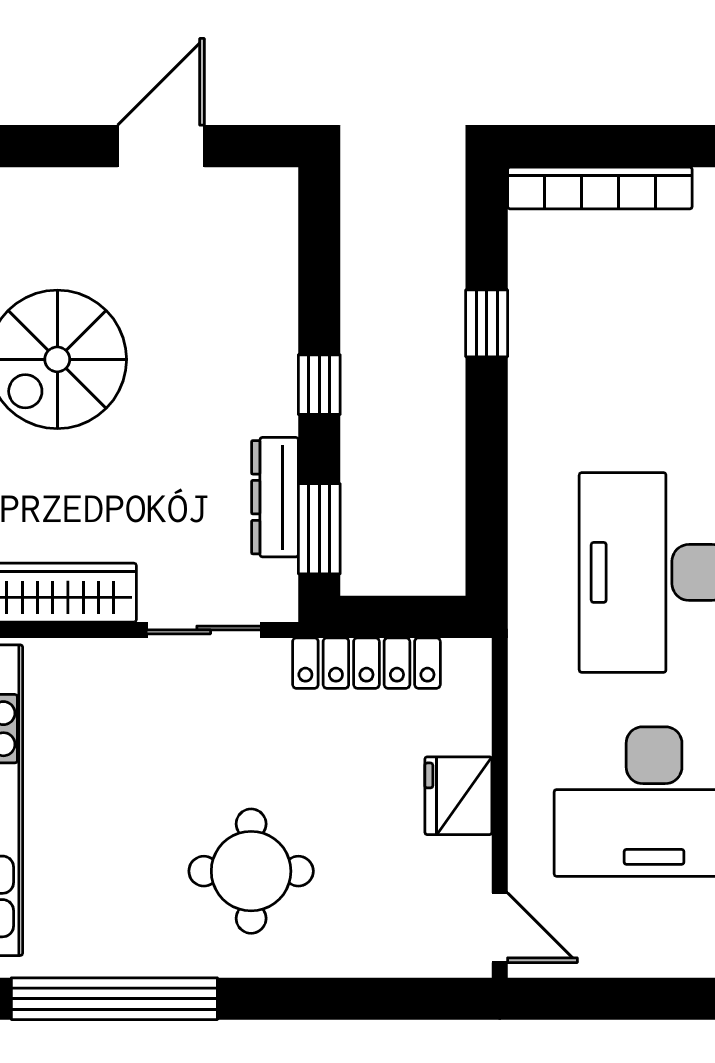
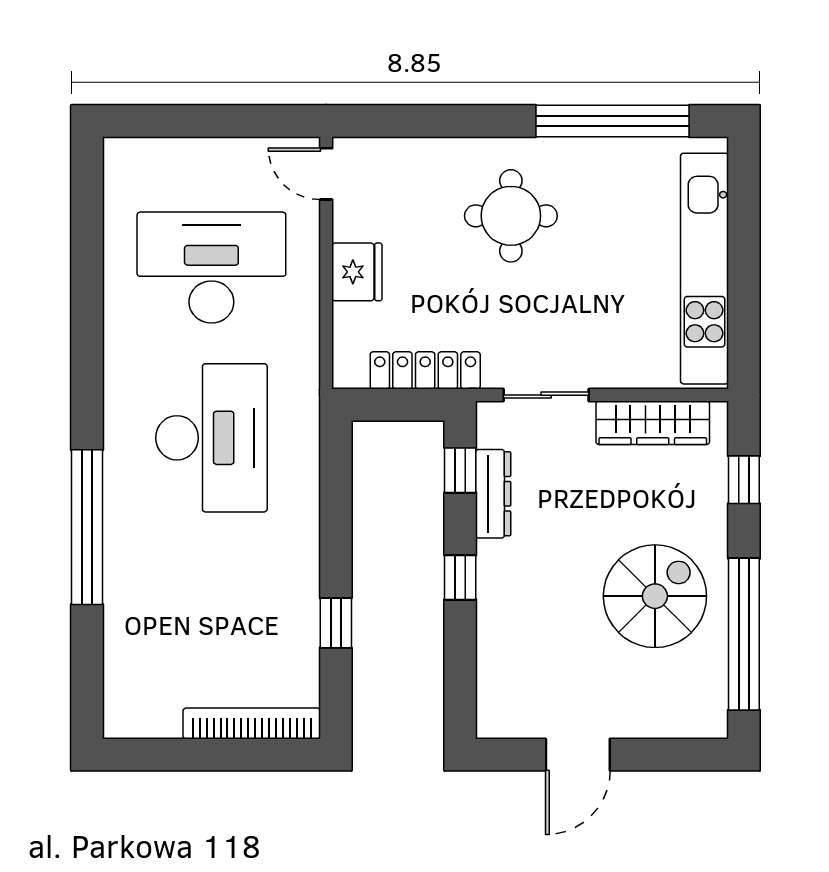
window: (319, 529) -> (460, 470), width x0.67

